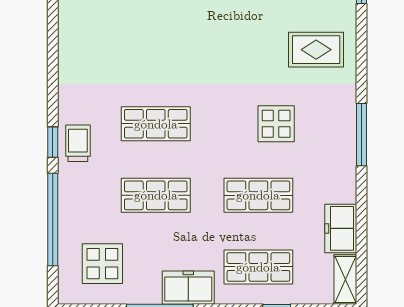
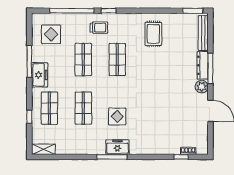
rug: (316, 50) -> (153, 34), moved
trolley: (78, 143) -> (99, 28), moved
freezer: (341, 228) -> (117, 147), moved

